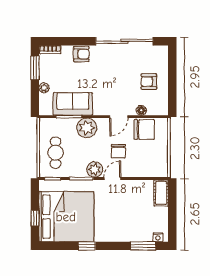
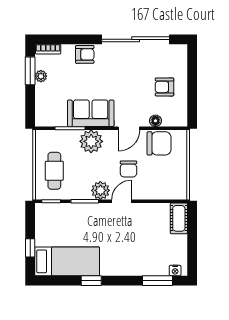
plant: (44, 88) -> (41, 76), moved
sofa: (73, 104) -> (91, 113), moved
bed: (66, 217) -> (67, 261), width x0.49

